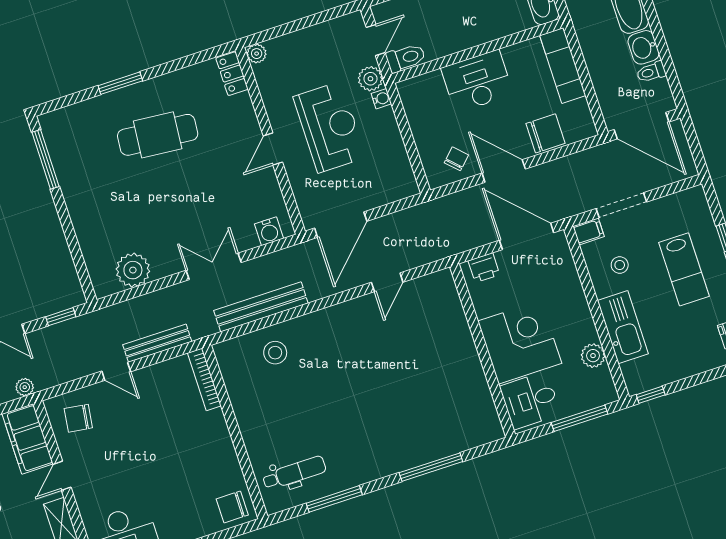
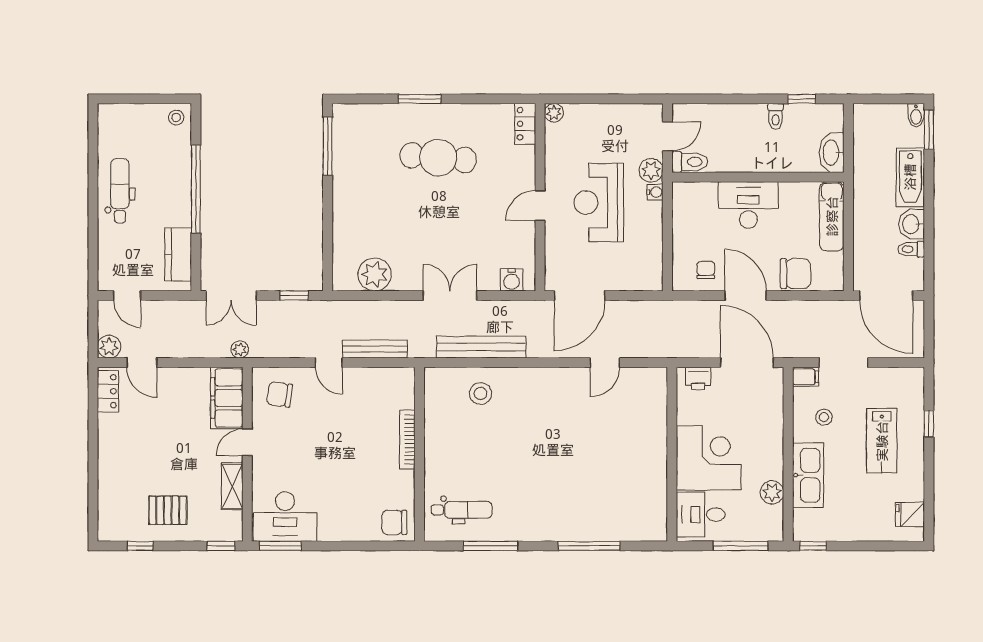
reception desk: (330, 127) -> (599, 203), turned 180
chair: (456, 159) -> (706, 270), turned -45
bookcase: (204, 379) -> (407, 440), moved

